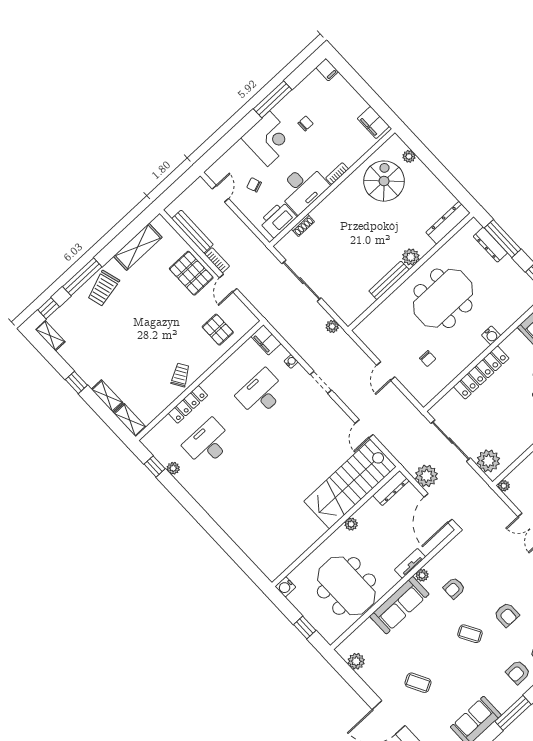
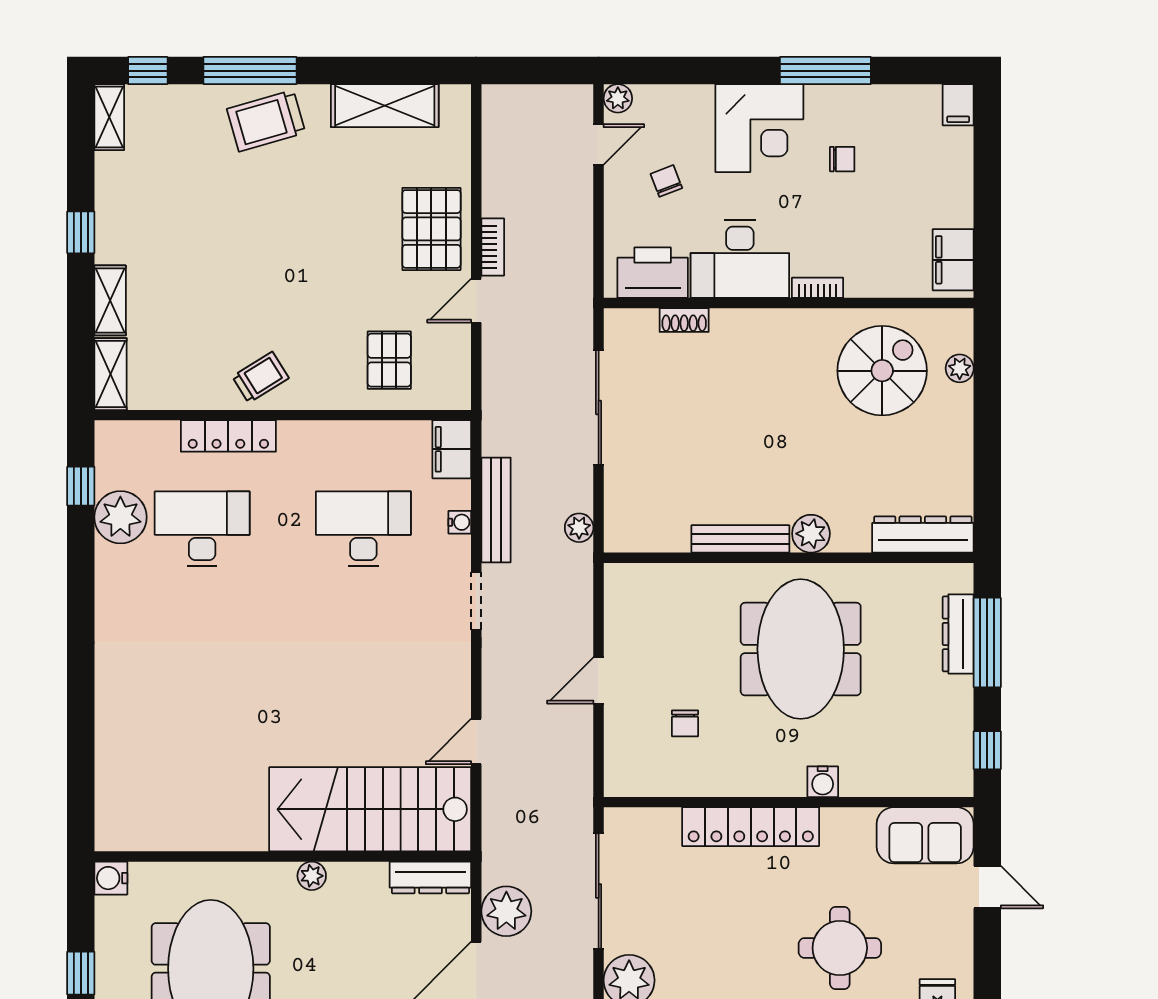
plant: (213, 172) -> (618, 98), added
bench: (192, 232) -> (496, 510), moved
meeting table: (443, 298) -> (801, 649), turned 90
plant: (173, 468) -> (120, 517), width x1.88, depth x1.88

